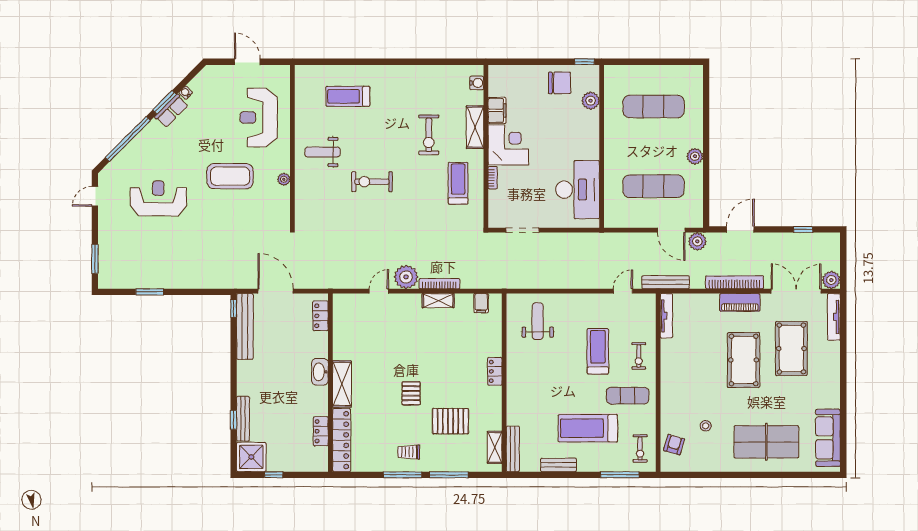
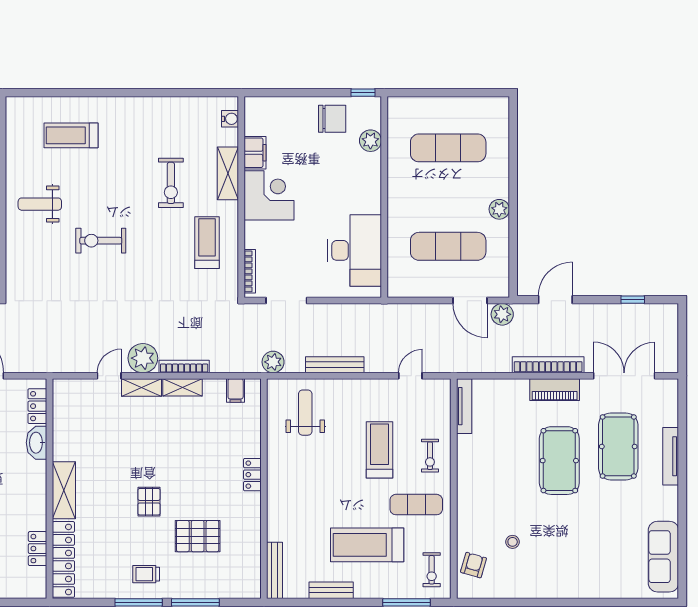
bookcase: (493, 178) -> (250, 271), moved, width x1.56
plant: (831, 280) -> (273, 362), moved
bench: (666, 282) -> (335, 365), moved
tv unit: (834, 317) -> (671, 456), moved
washbasin: (320, 372) -> (37, 443), moved
table tennis table: (766, 442) -> (587, 562), removed
shelving: (495, 447) -> (142, 387), moved, turned 90

